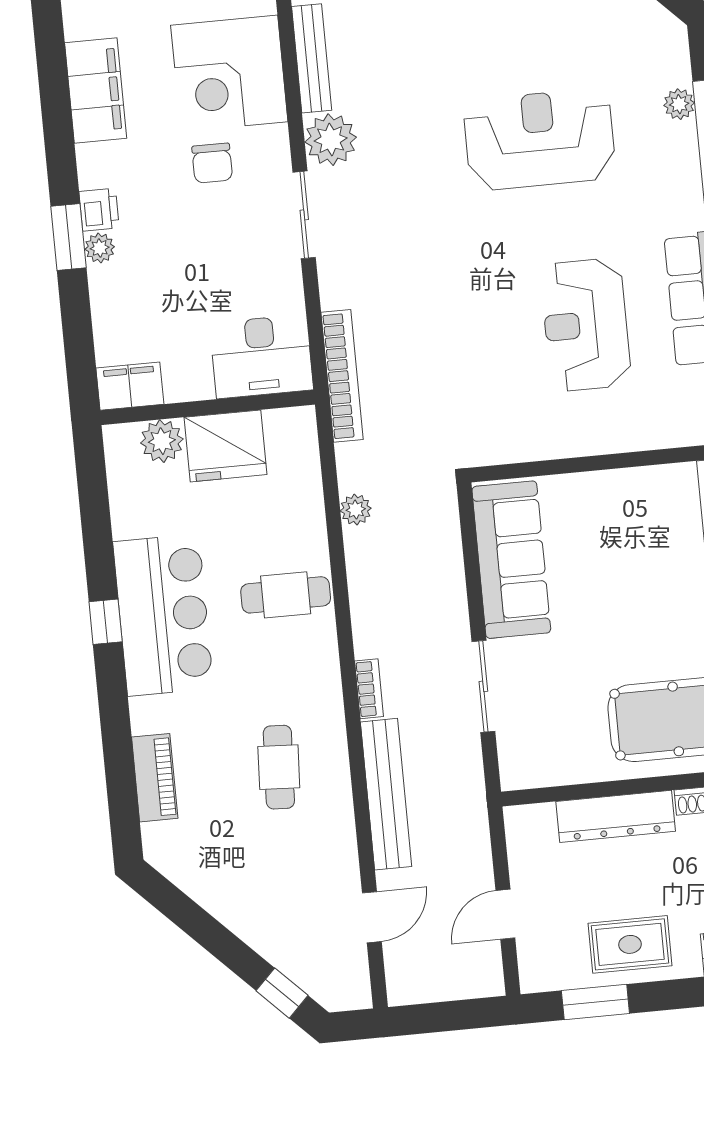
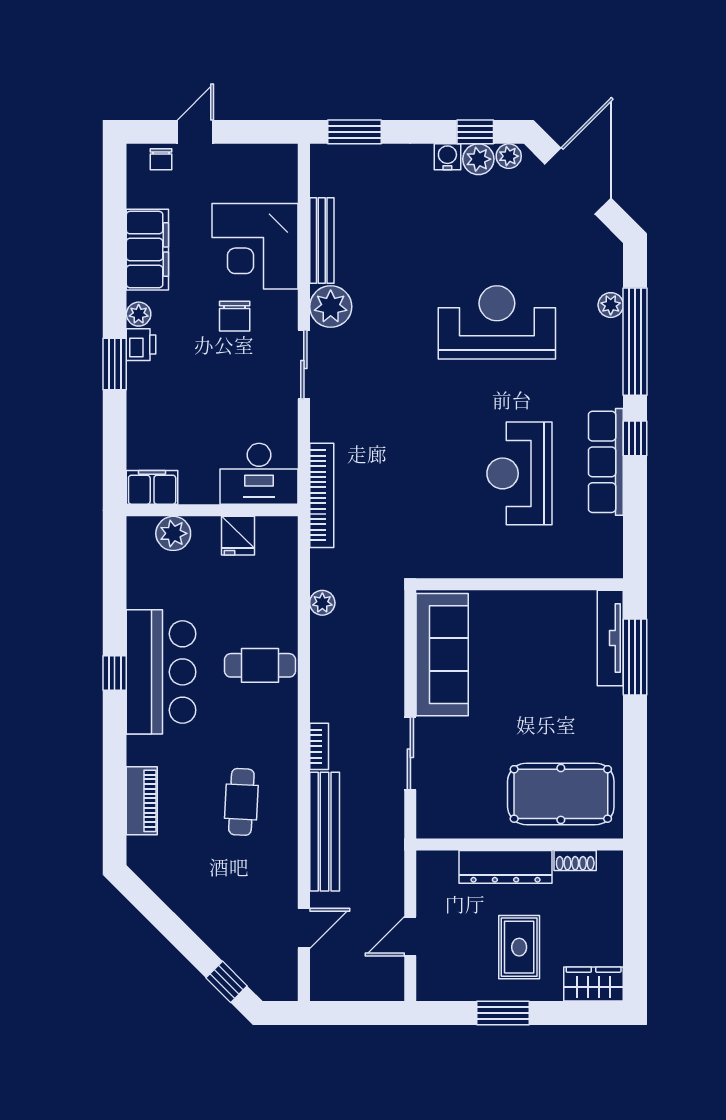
plant: (100, 248) -> (139, 314), moved
fridge: (226, 446) -> (238, 536), width x0.53, depth x0.75
rug: (630, 944) -> (519, 947), moved, turned 90
window: (595, 1002) -> (503, 1013), moved

